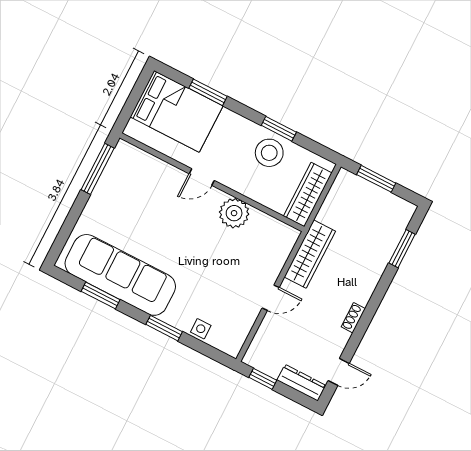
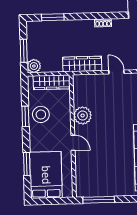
plant: (346, 182) -> (34, 66), added

